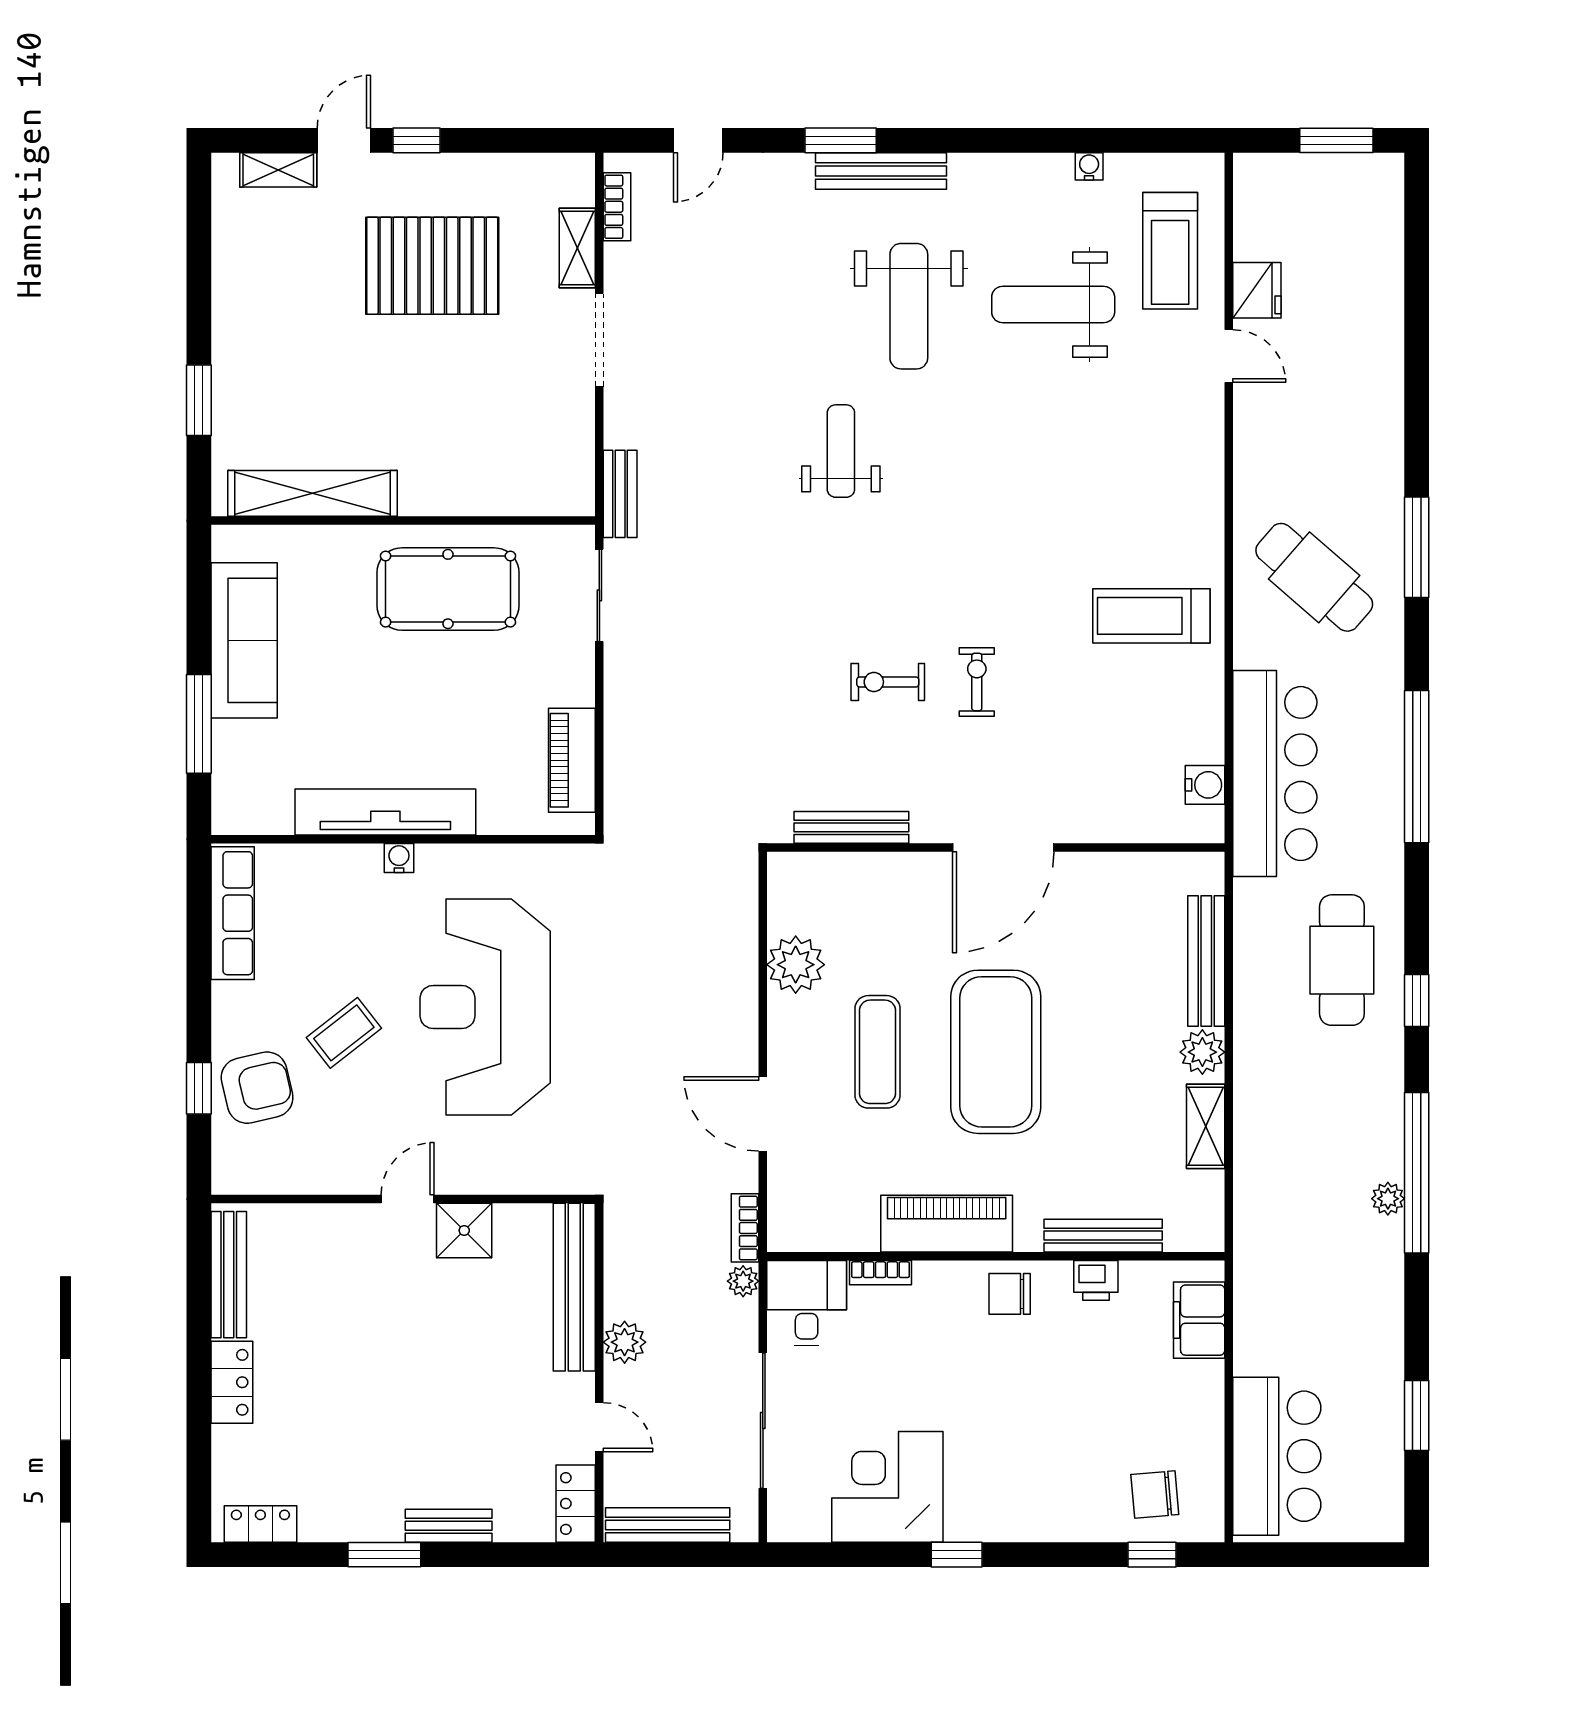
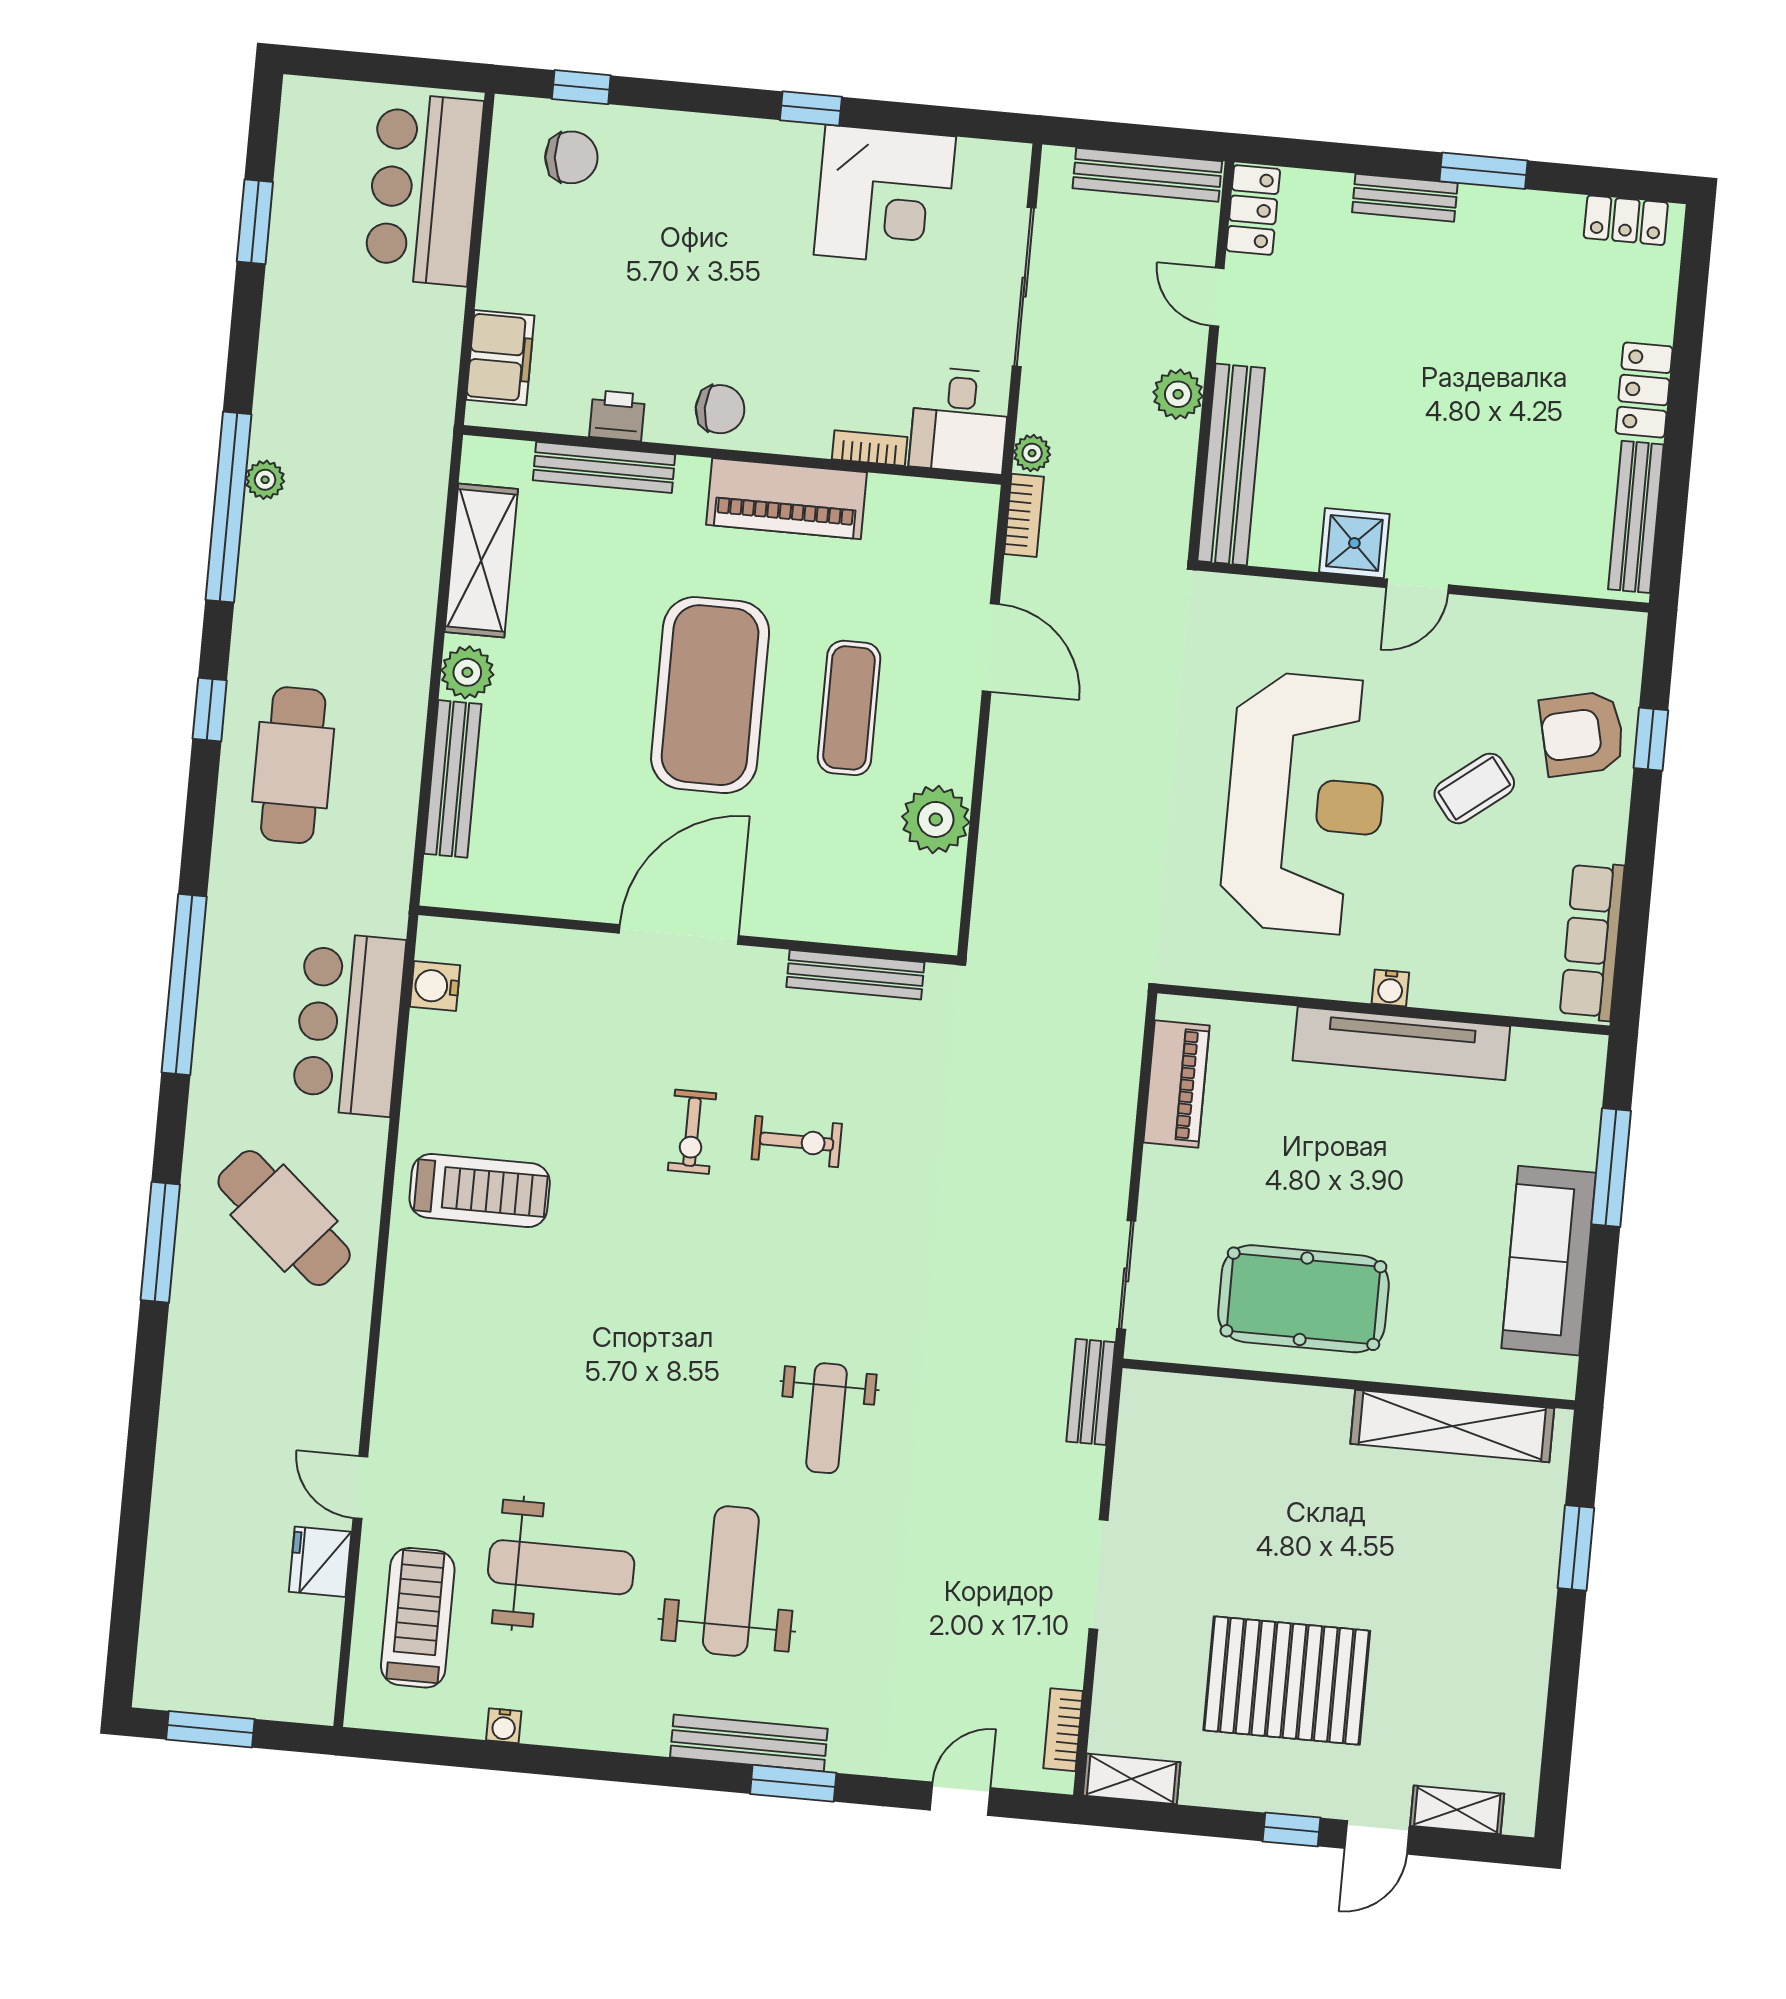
shelving: (577, 248) -> (1132, 1779), moved, turned 90
bar counter: (1275, 774) -> (349, 1024), width x0.73
shelving: (1206, 1126) -> (481, 560), width x1.50, depth x1.33

